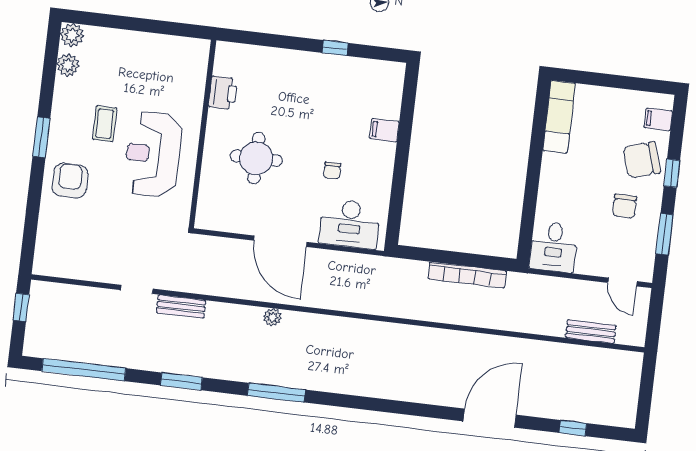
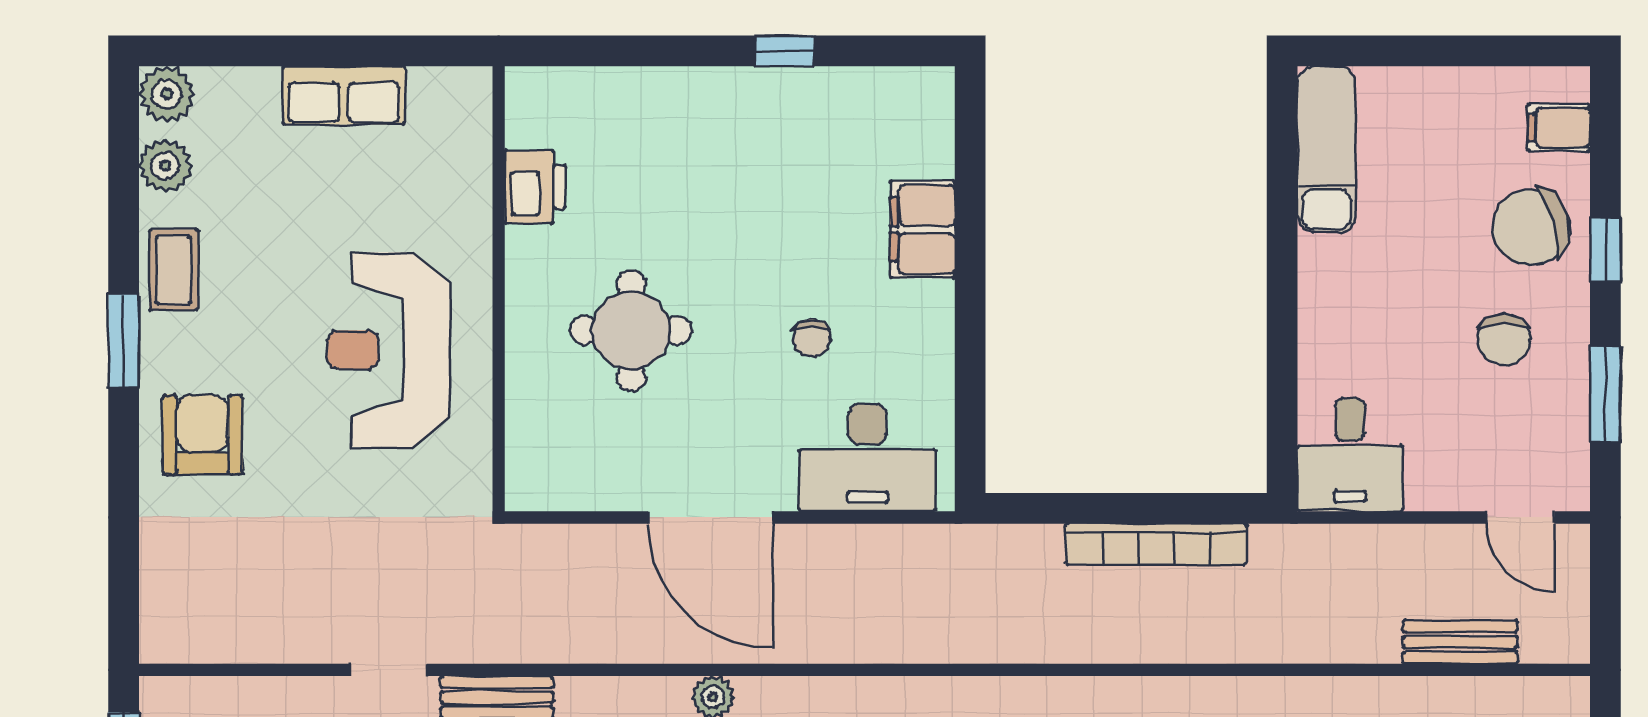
row of seats: (147, 45) -> (344, 95), added
coffee table: (105, 124) -> (174, 270), moved
filing cabinet: (384, 130) -> (923, 229), width x2.00

